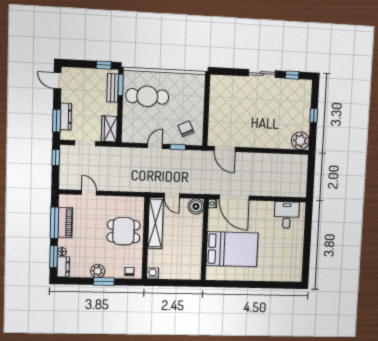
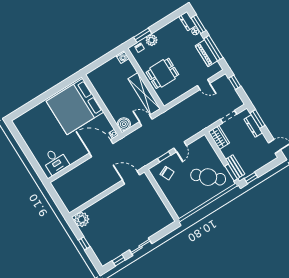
cafe table: (147, 96) -> (208, 177), turned 42
window: (56, 157) -> (235, 82), moved
bed: (232, 249) -> (75, 107), width x1.36
plant: (98, 271) -> (152, 40), moved
window: (104, 282) -> (143, 35), moved

